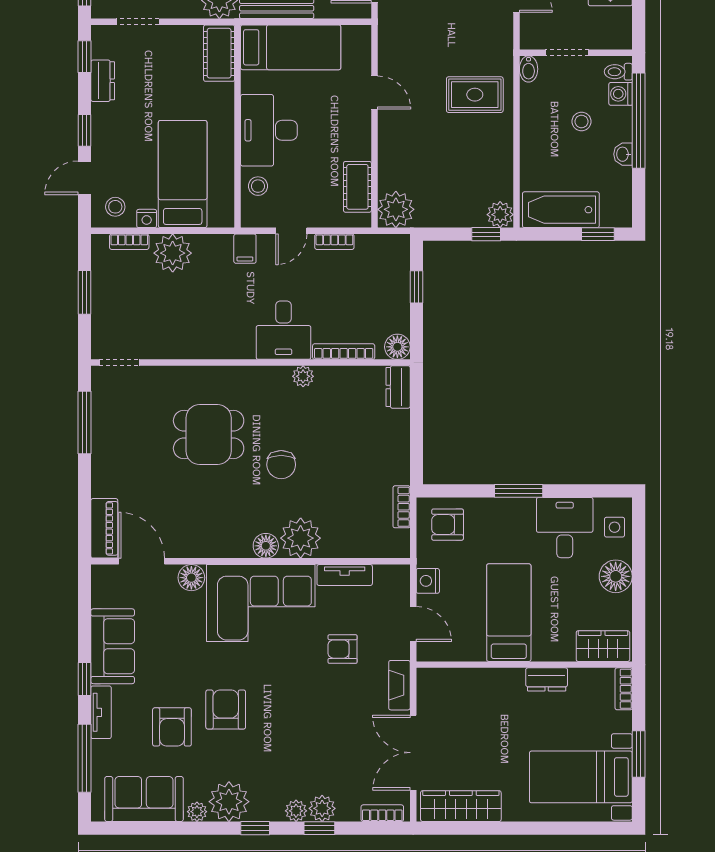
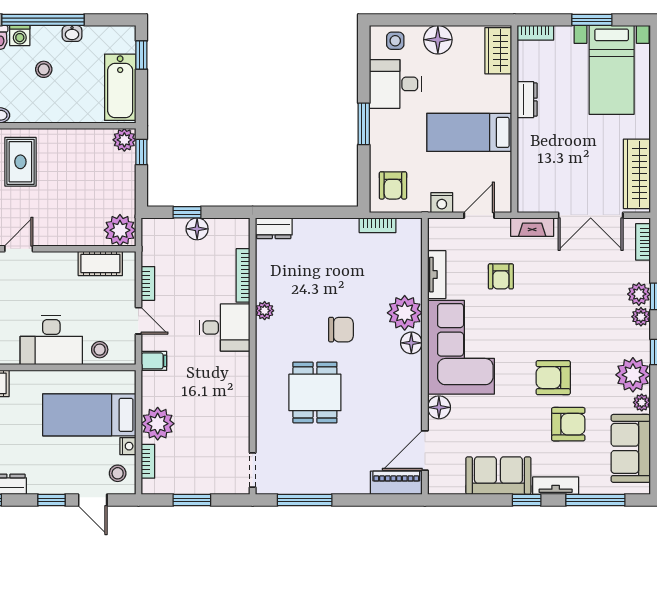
floor lamp: (397, 347) -> (197, 229), moved

